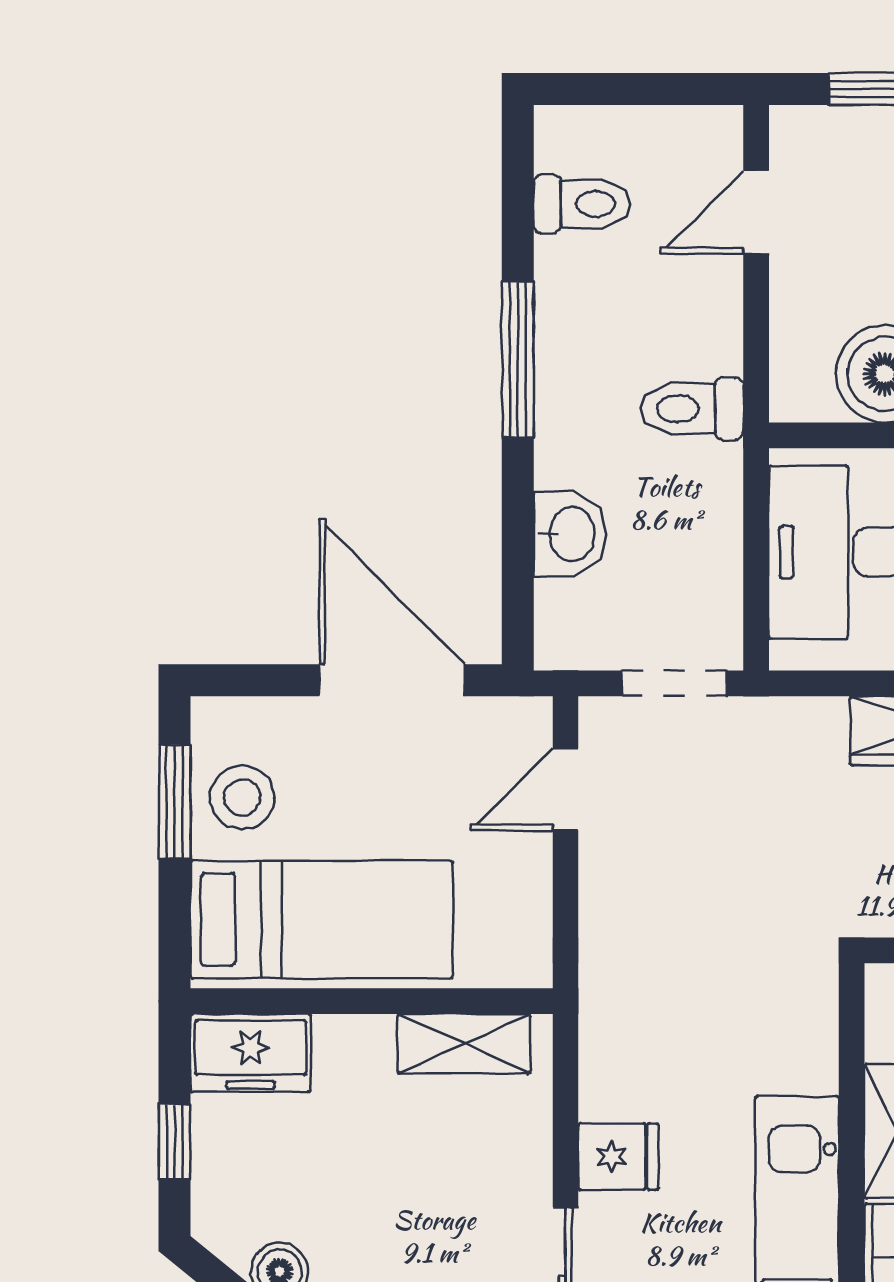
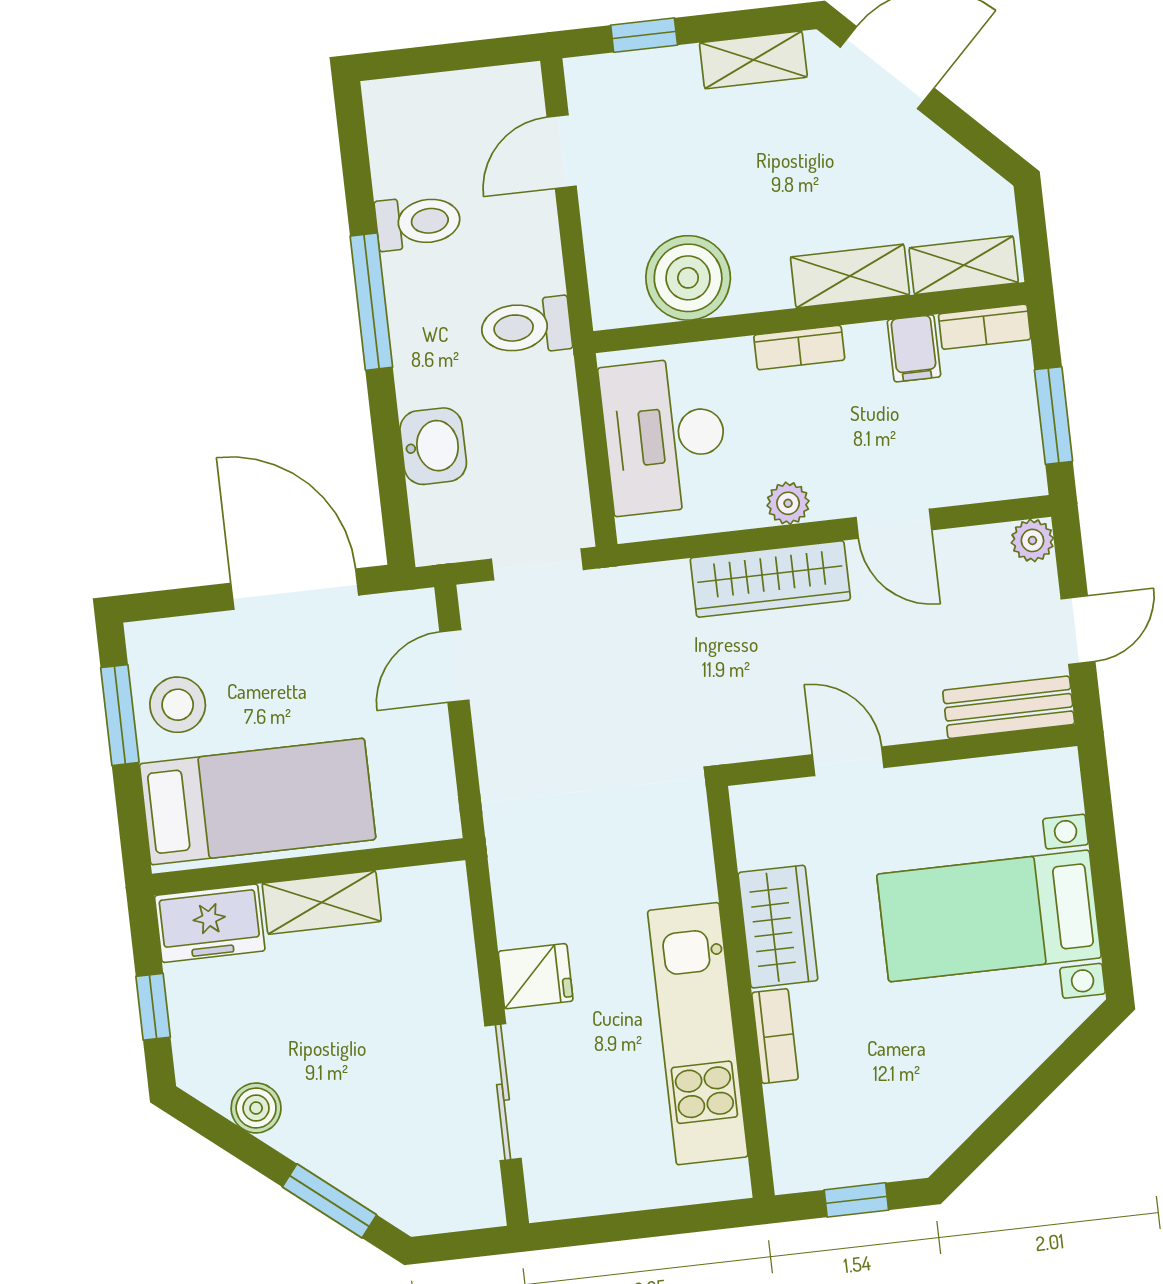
toilet: (582, 204) -> (418, 222), moved
shelving: (464, 1044) -> (322, 902), moved

